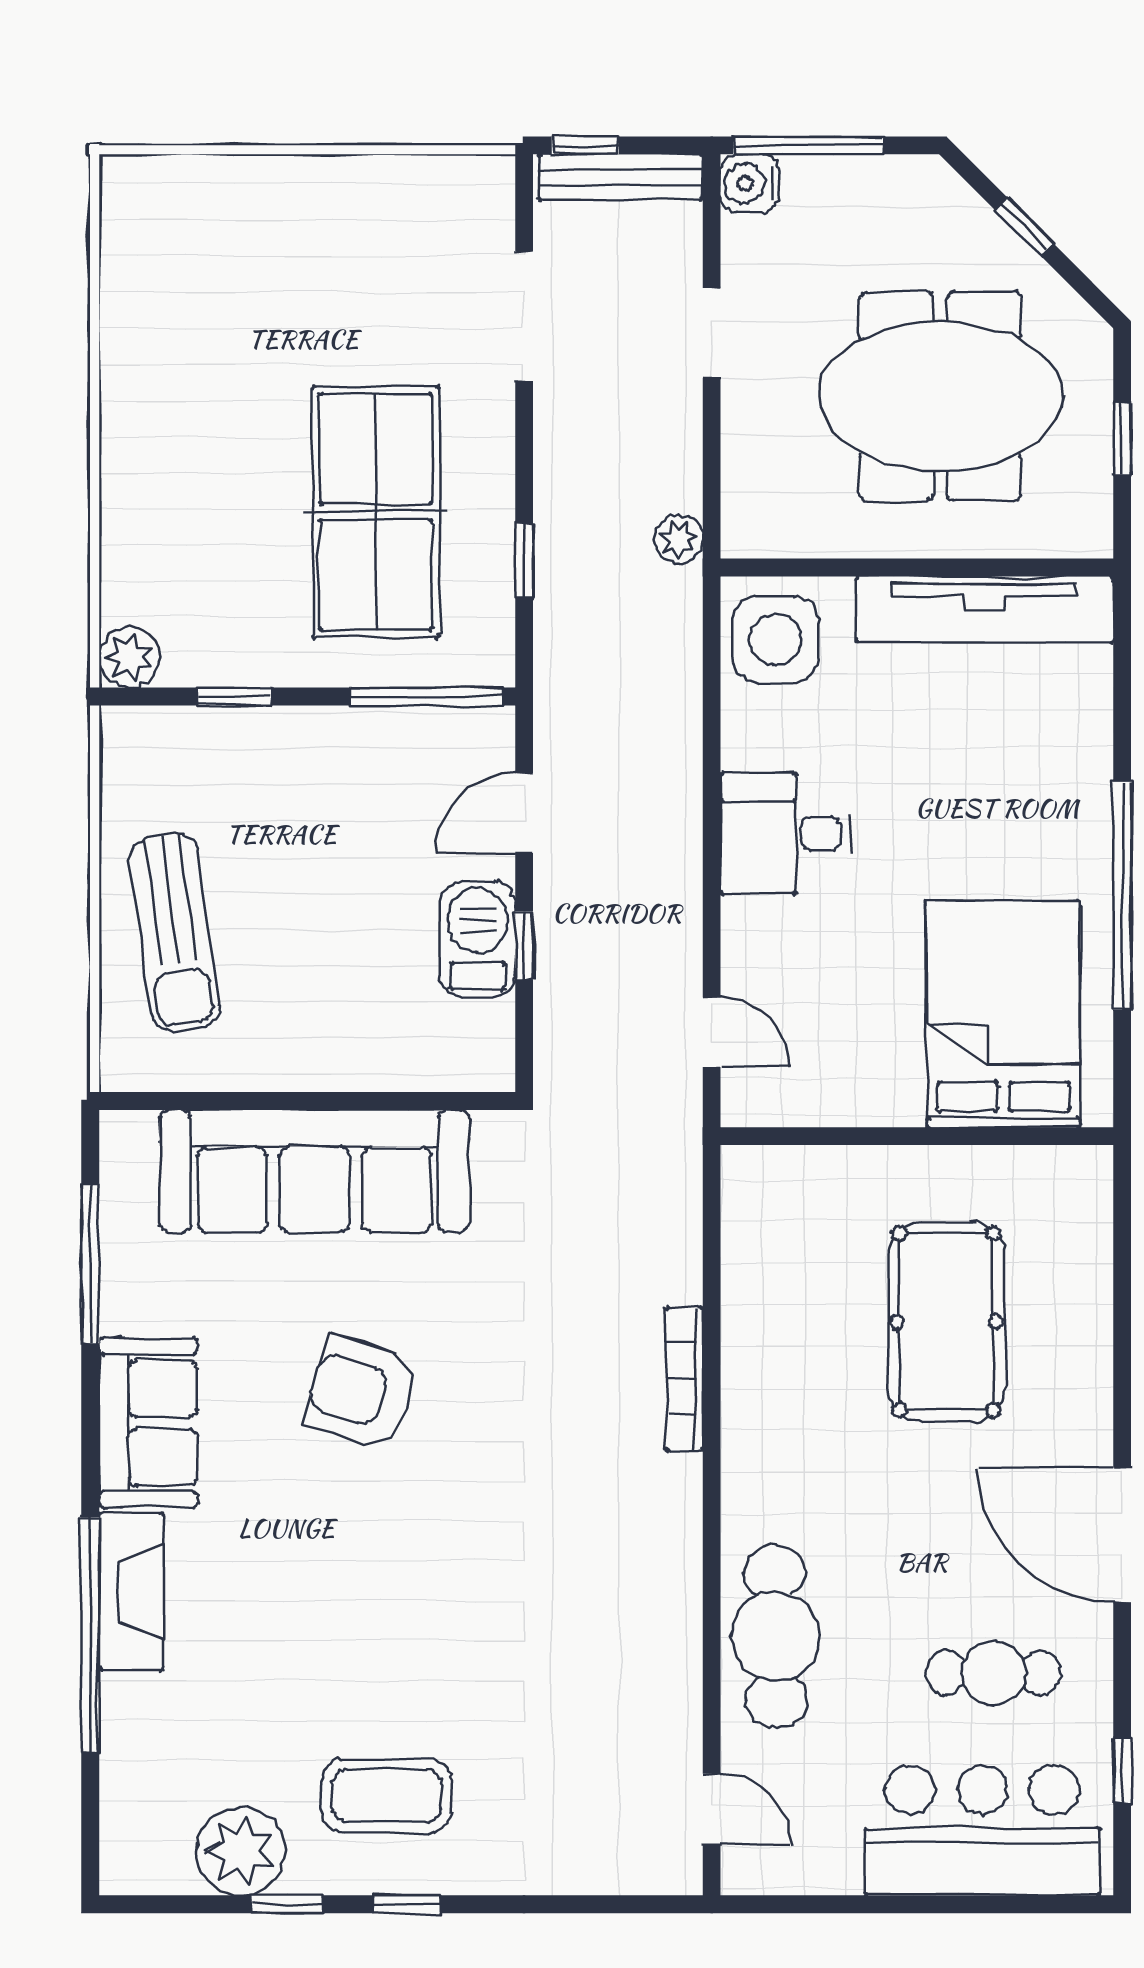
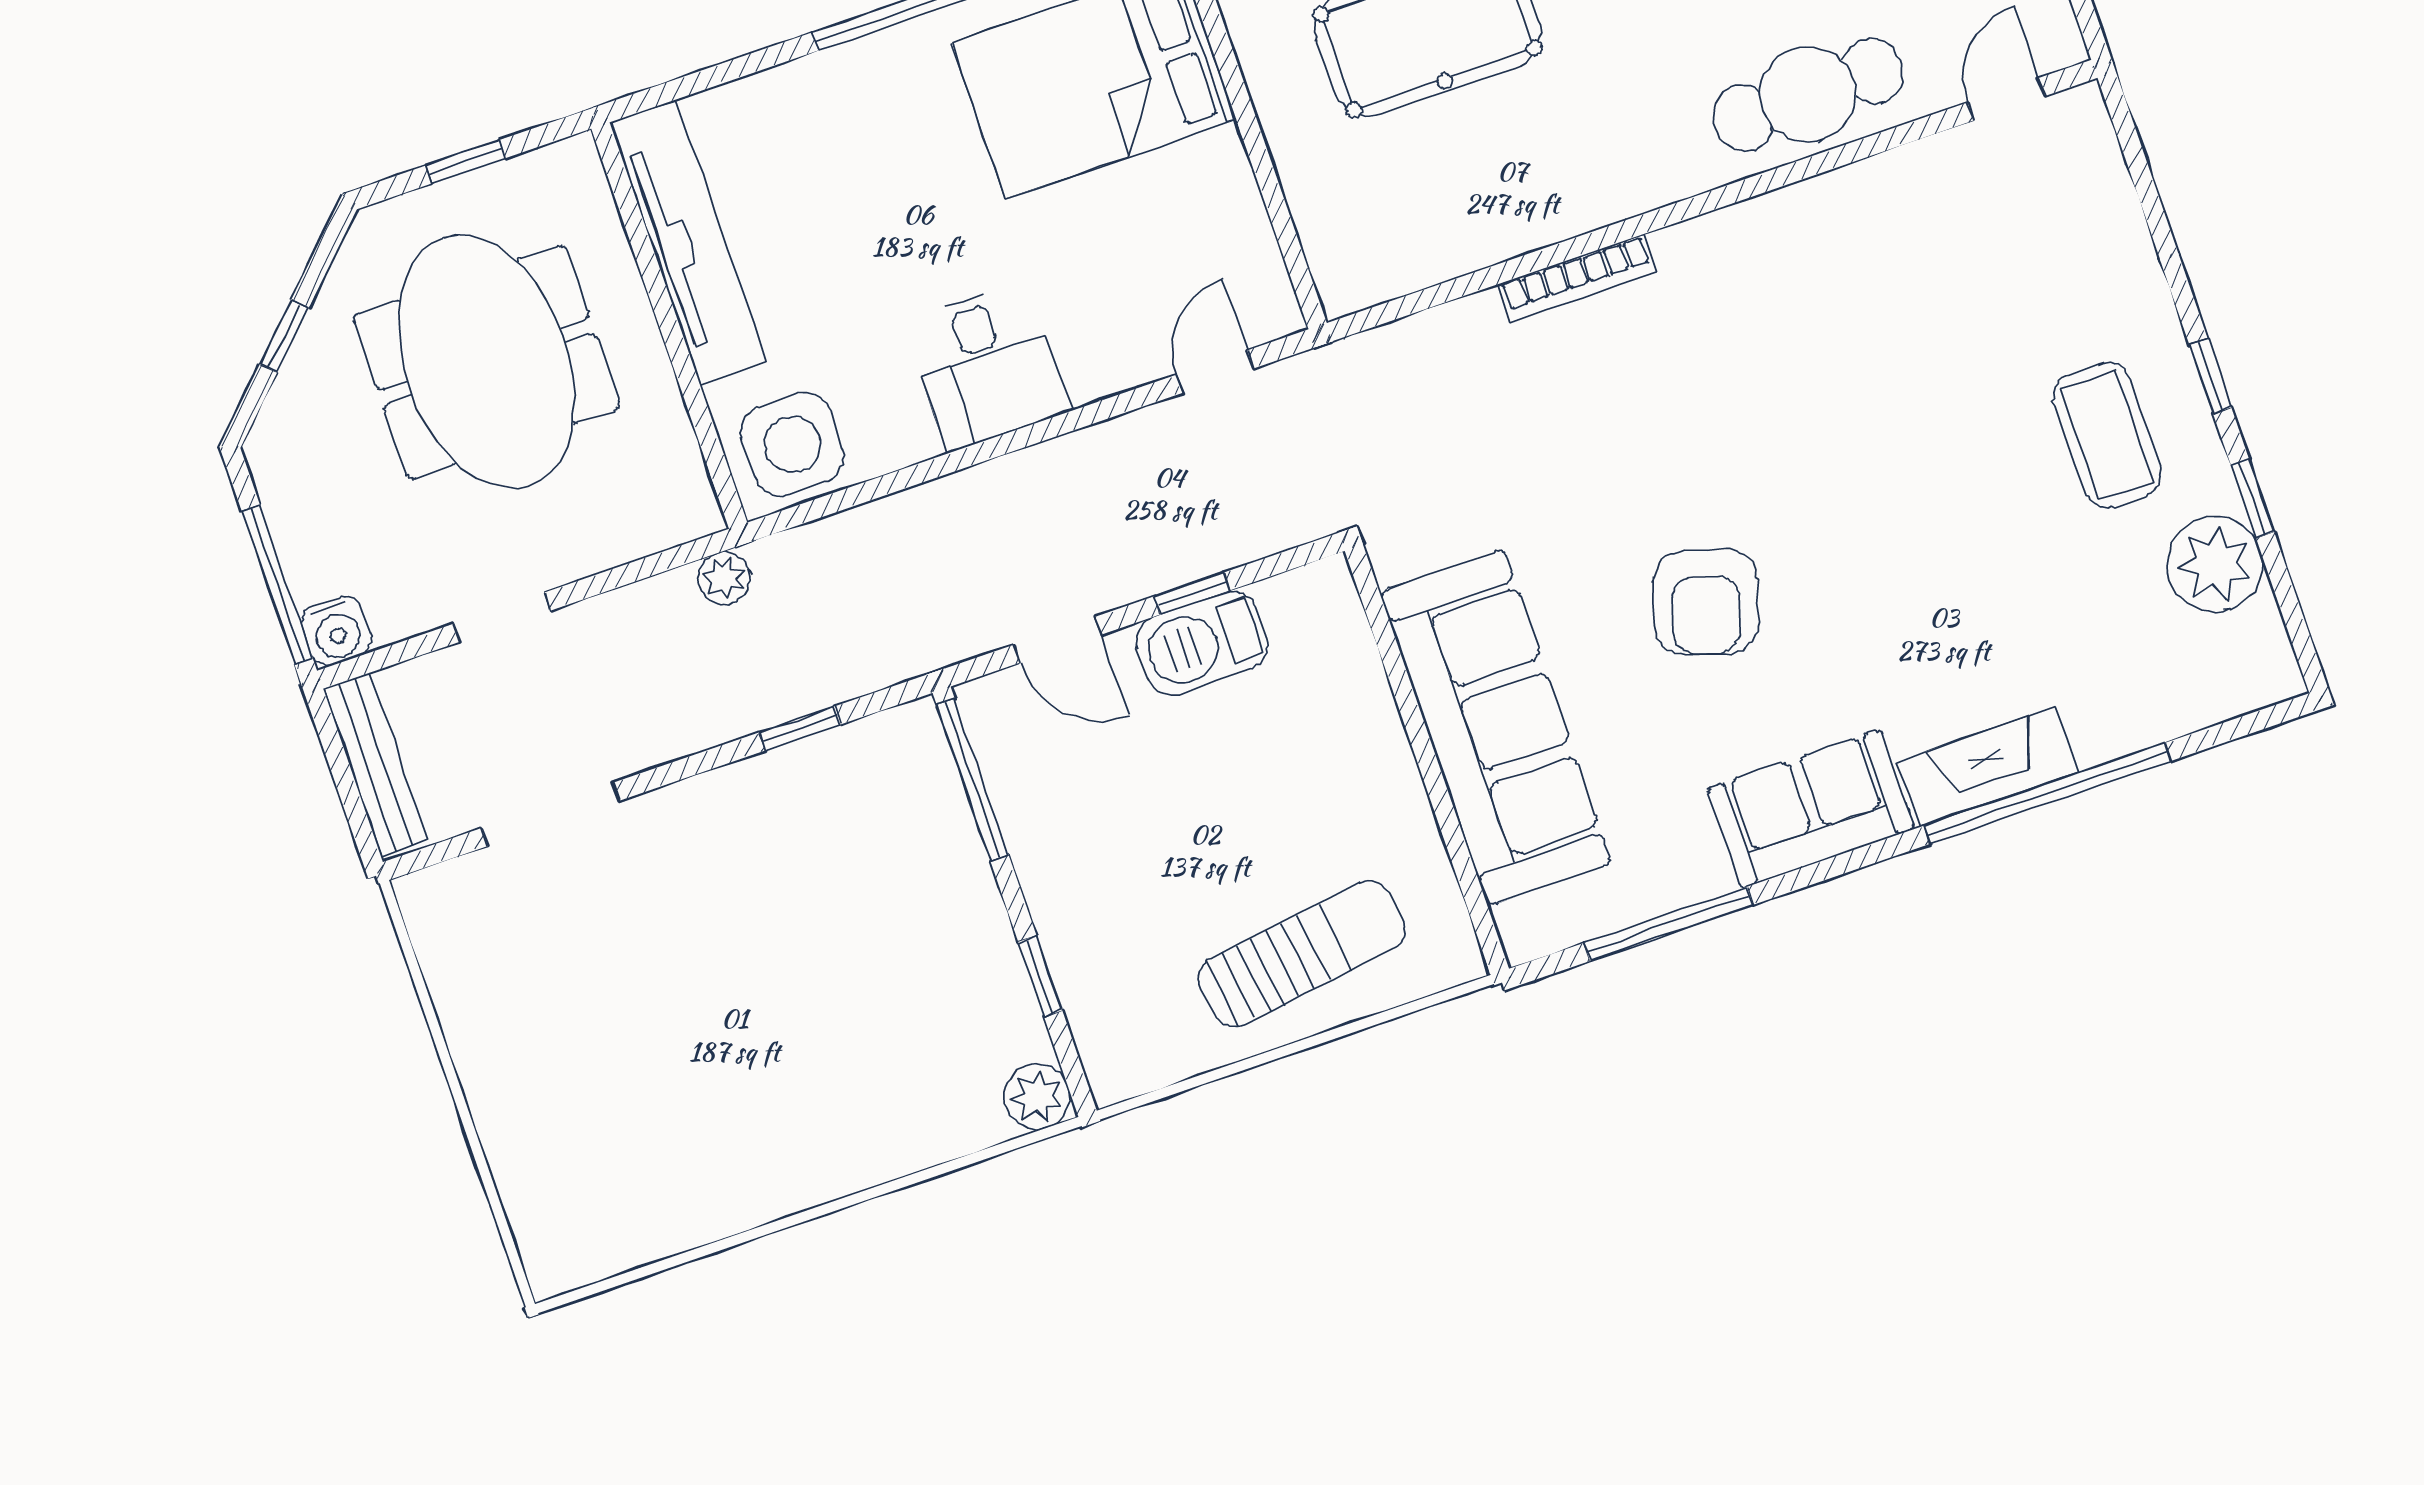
window: (585, 145) -> (355, 812), removed
table tennis table: (376, 512) -> (803, 897), removed

